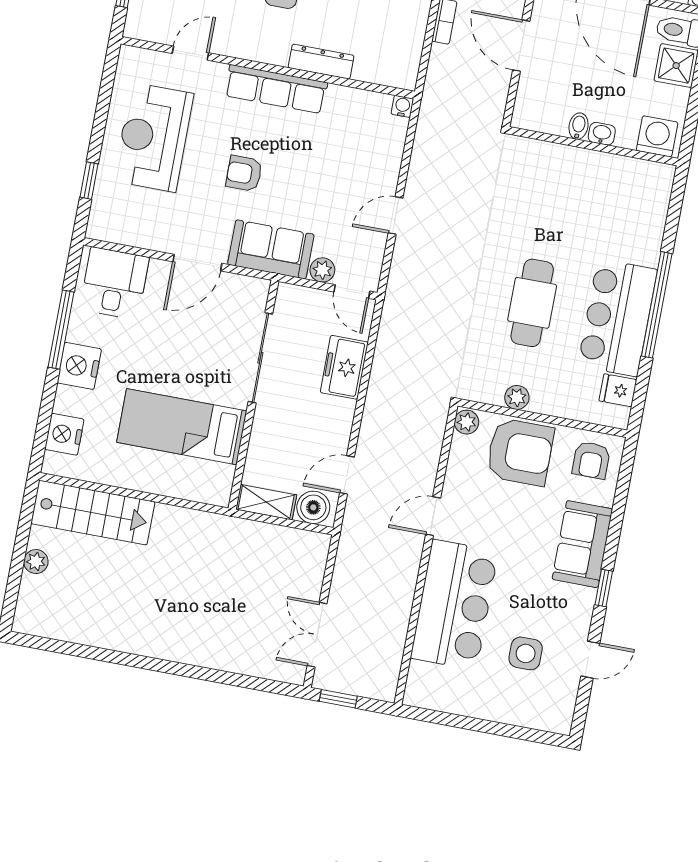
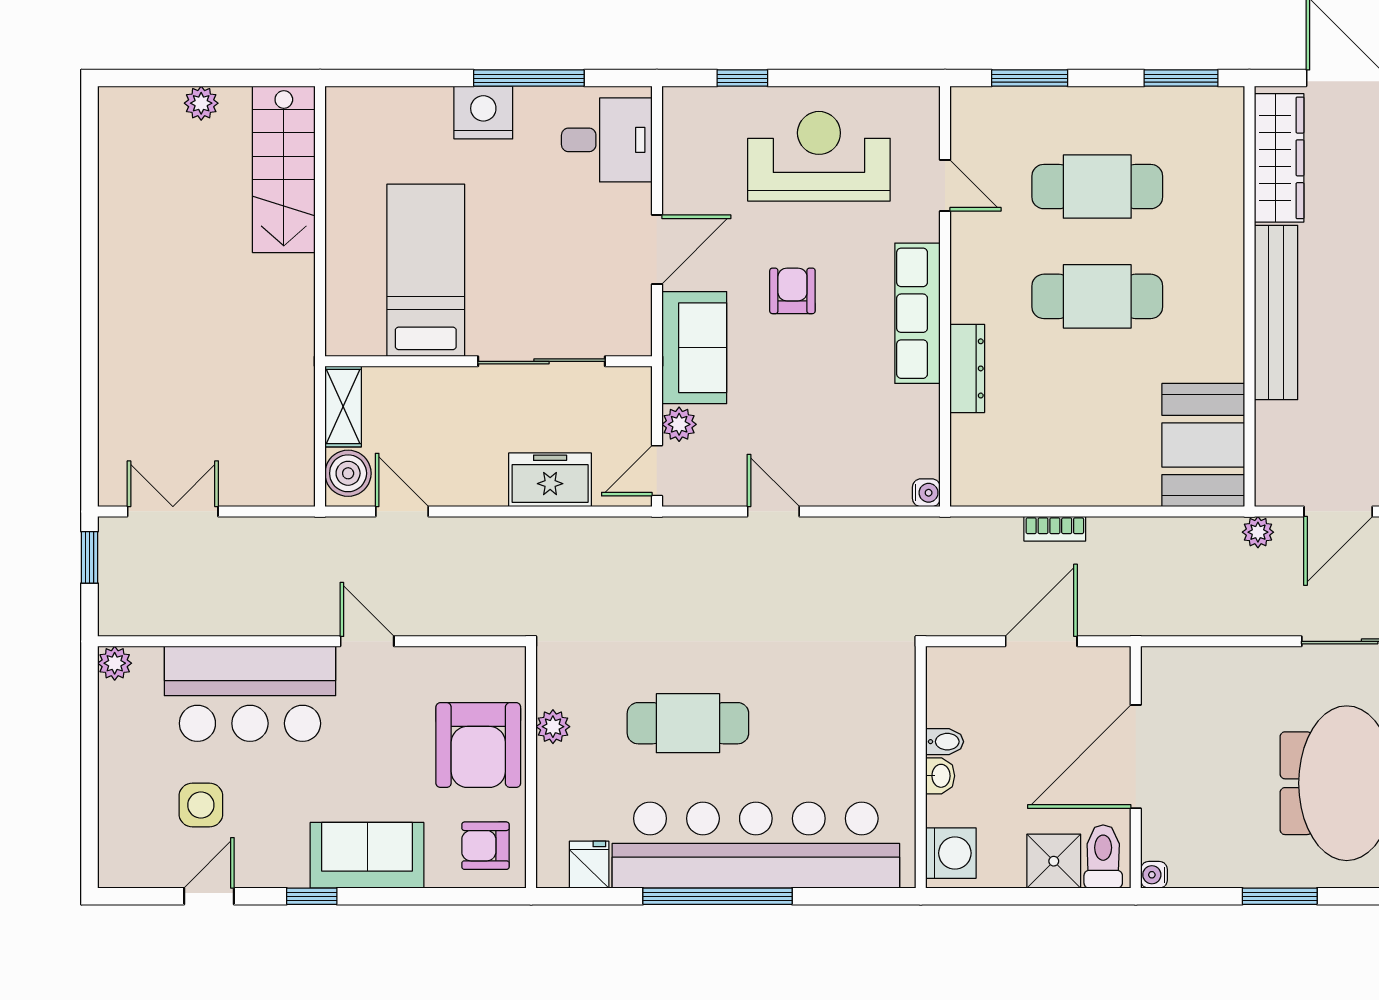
door: (197, 263) -> (657, 249), swing flipped
bar counter: (617, 318) -> (756, 845), width x1.86
plant: (466, 422) -> (115, 663), moved
nightstand: (64, 434) -> (385, 110), removed
door: (590, 660) -> (209, 896), swing flipped

